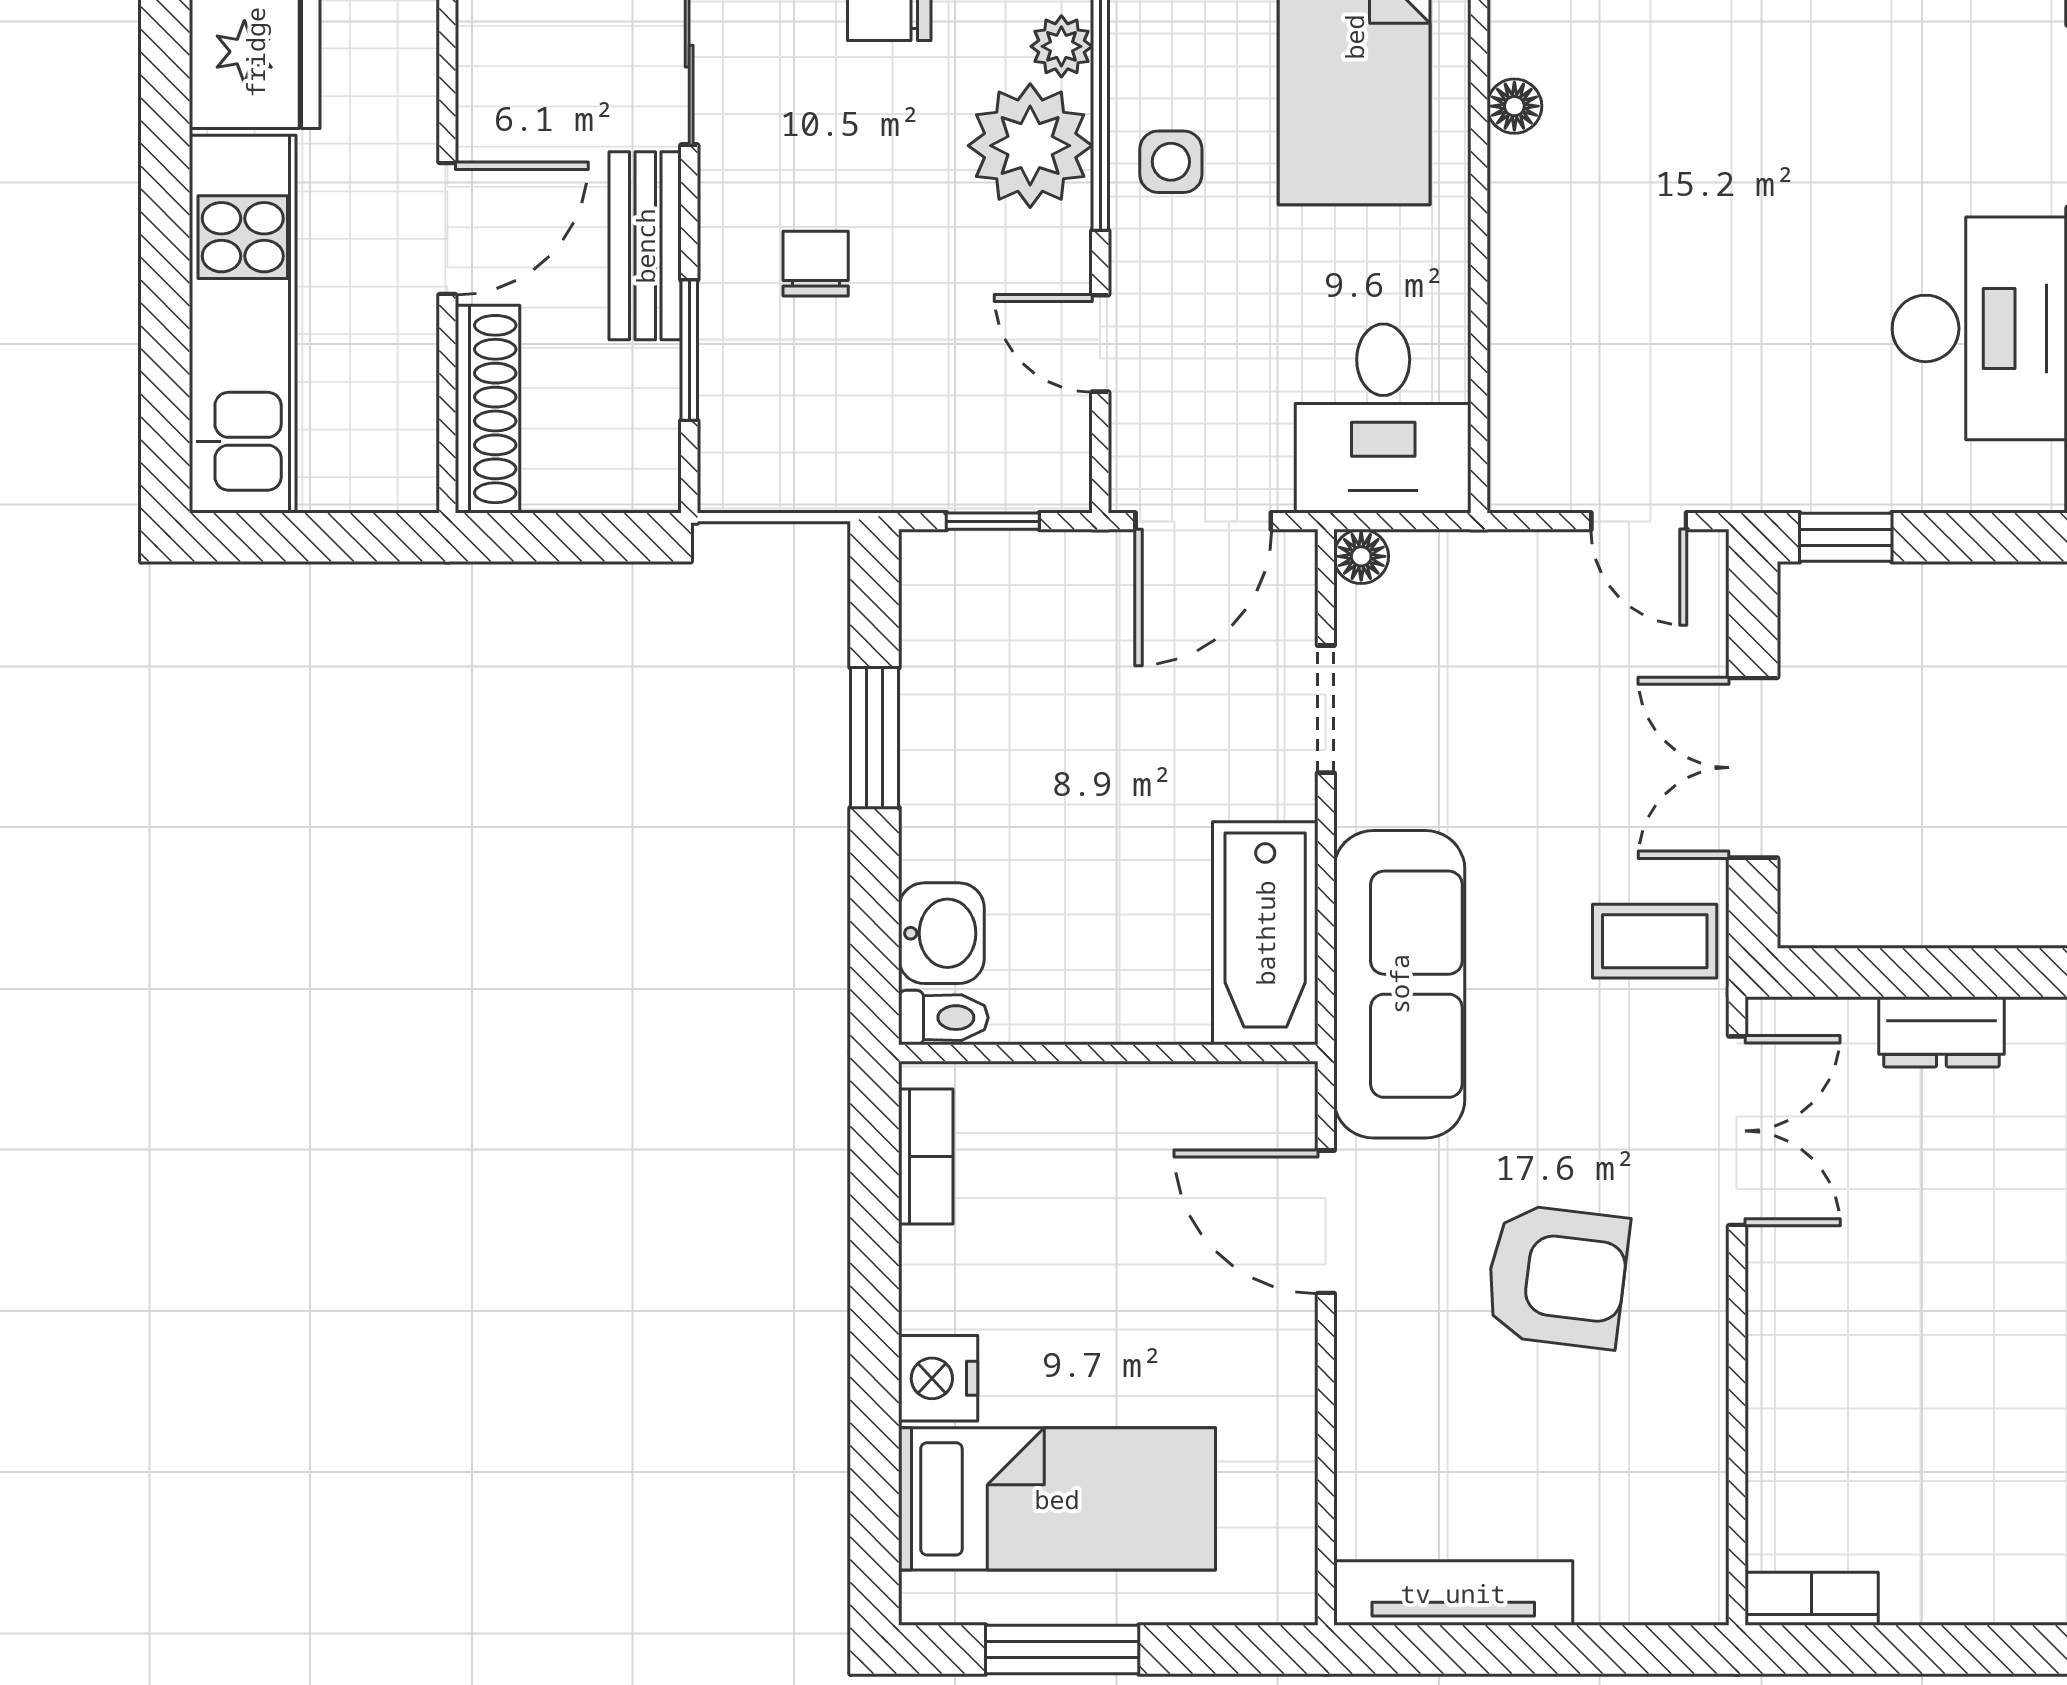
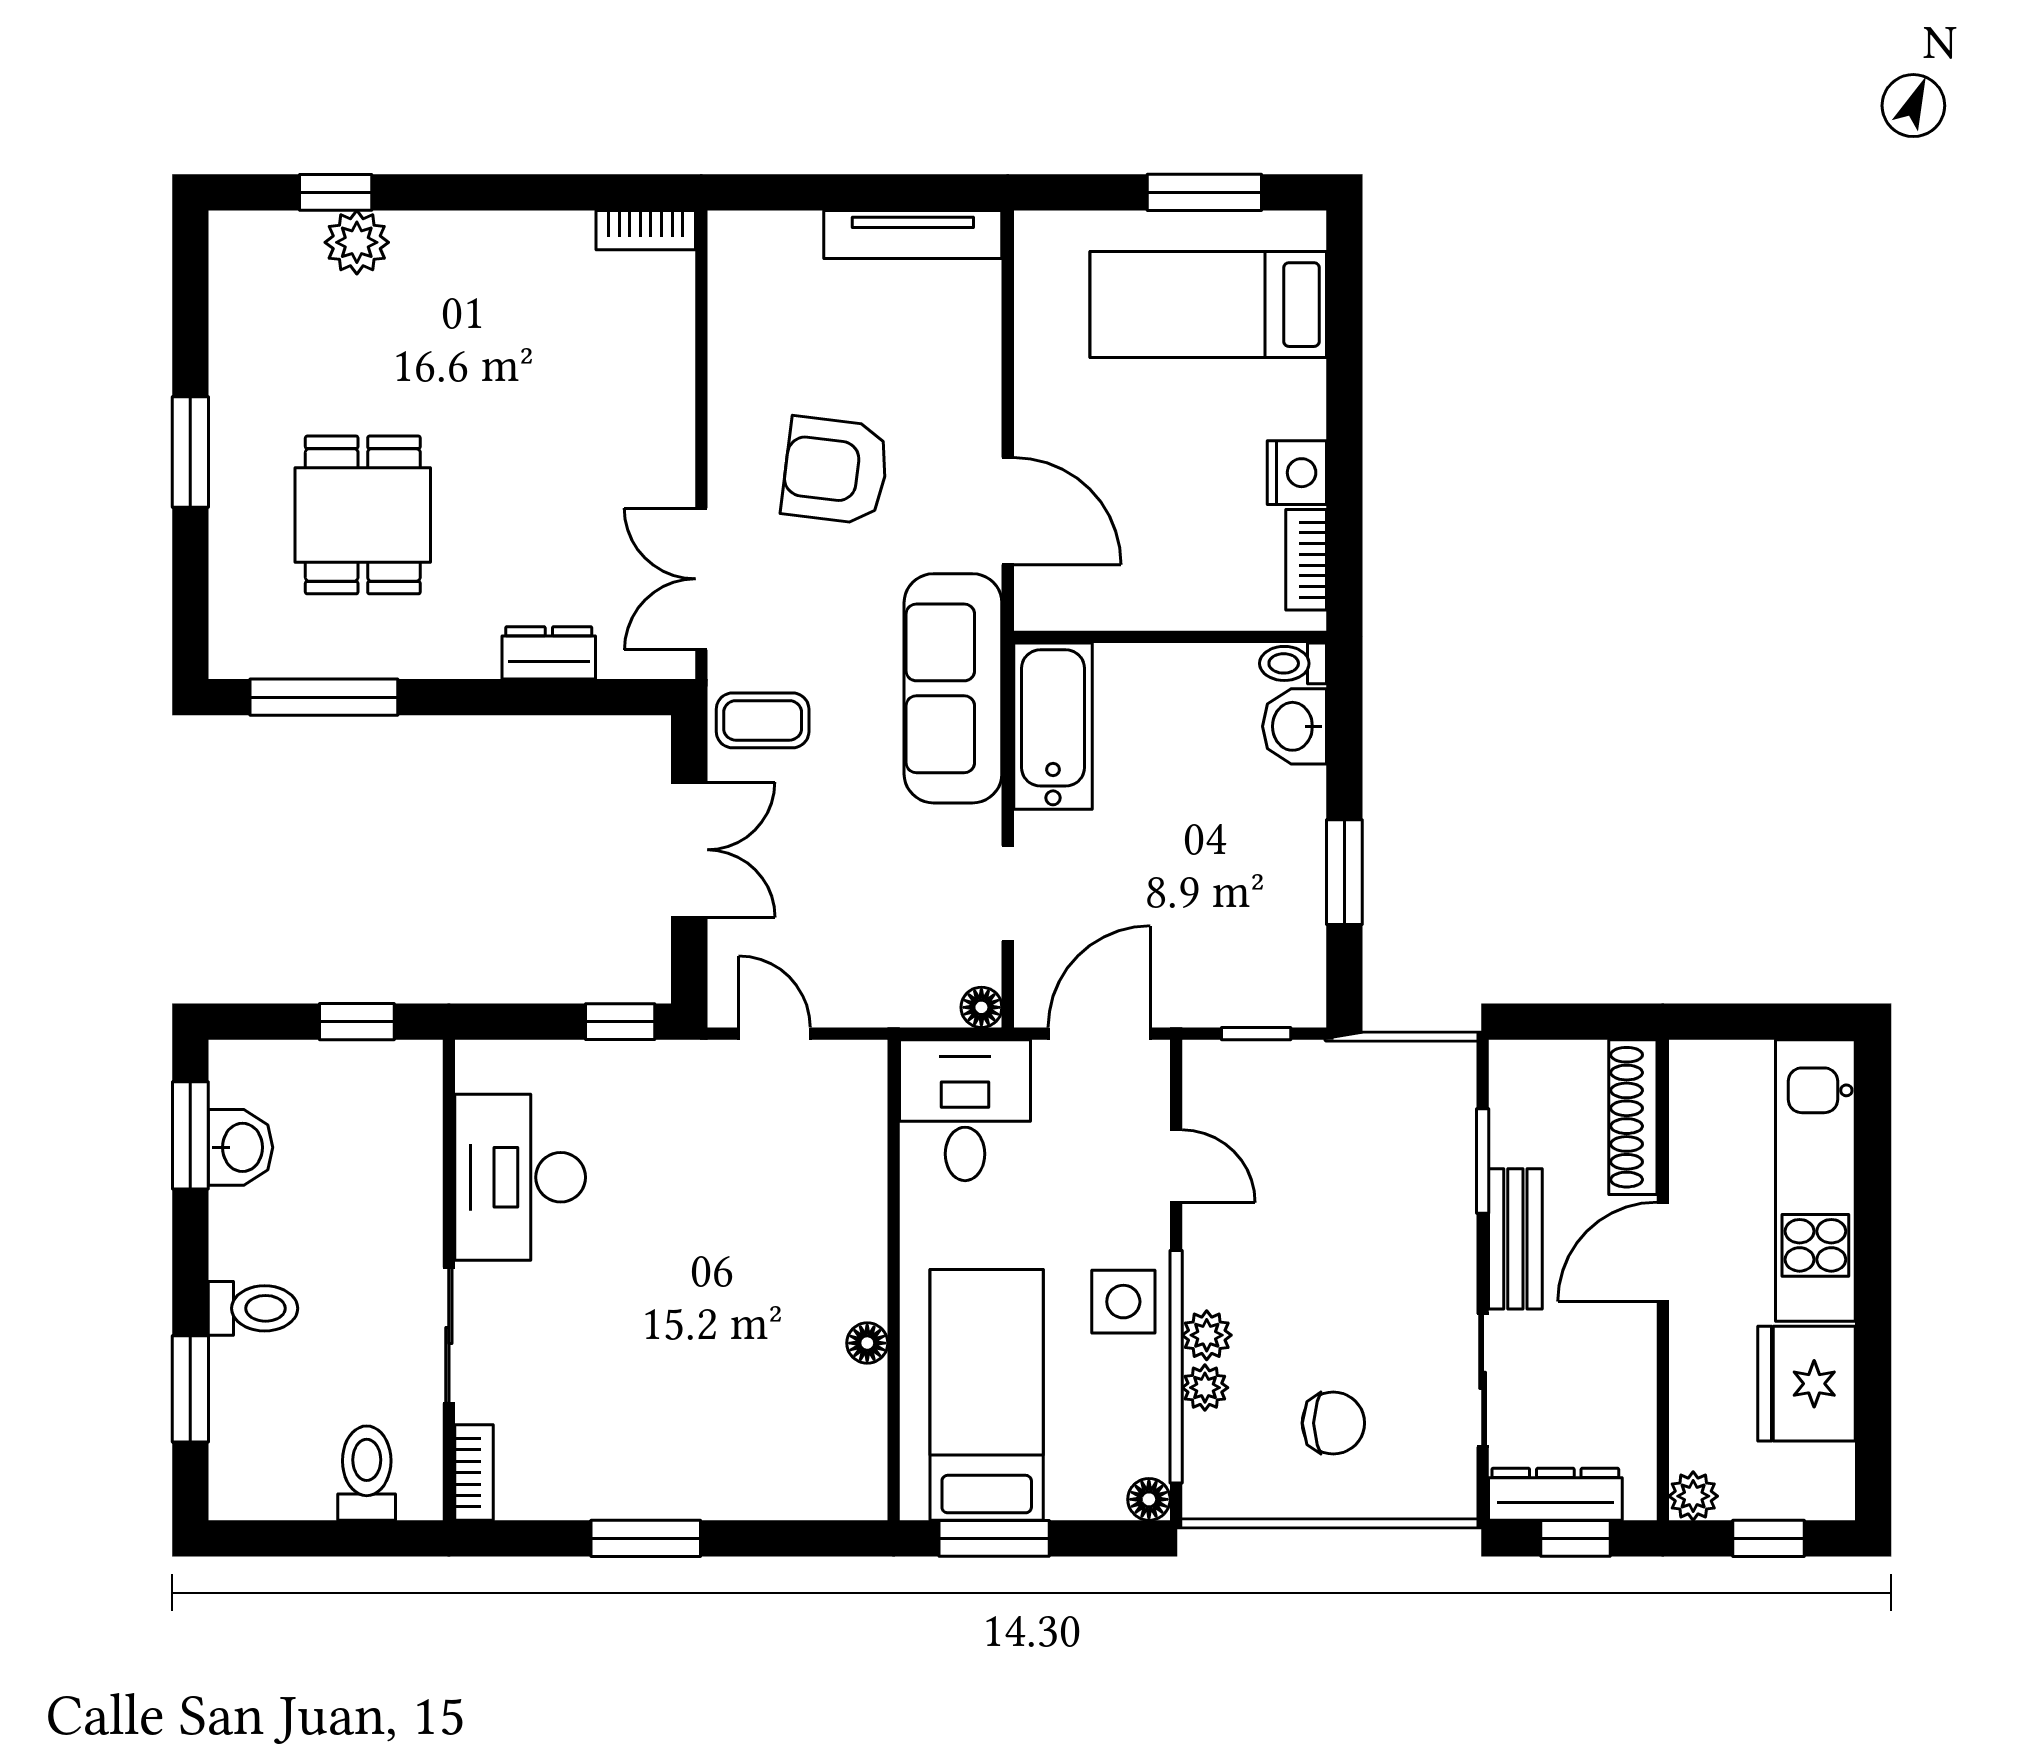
plant: (1030, 146) -> (1207, 1335), width x0.53, depth x0.53
side table: (1171, 162) -> (1123, 1302), width x1.37, depth x1.37
chair: (816, 264) -> (1388, 1226), removed
nightstand: (938, 1378) -> (1297, 473), moved

